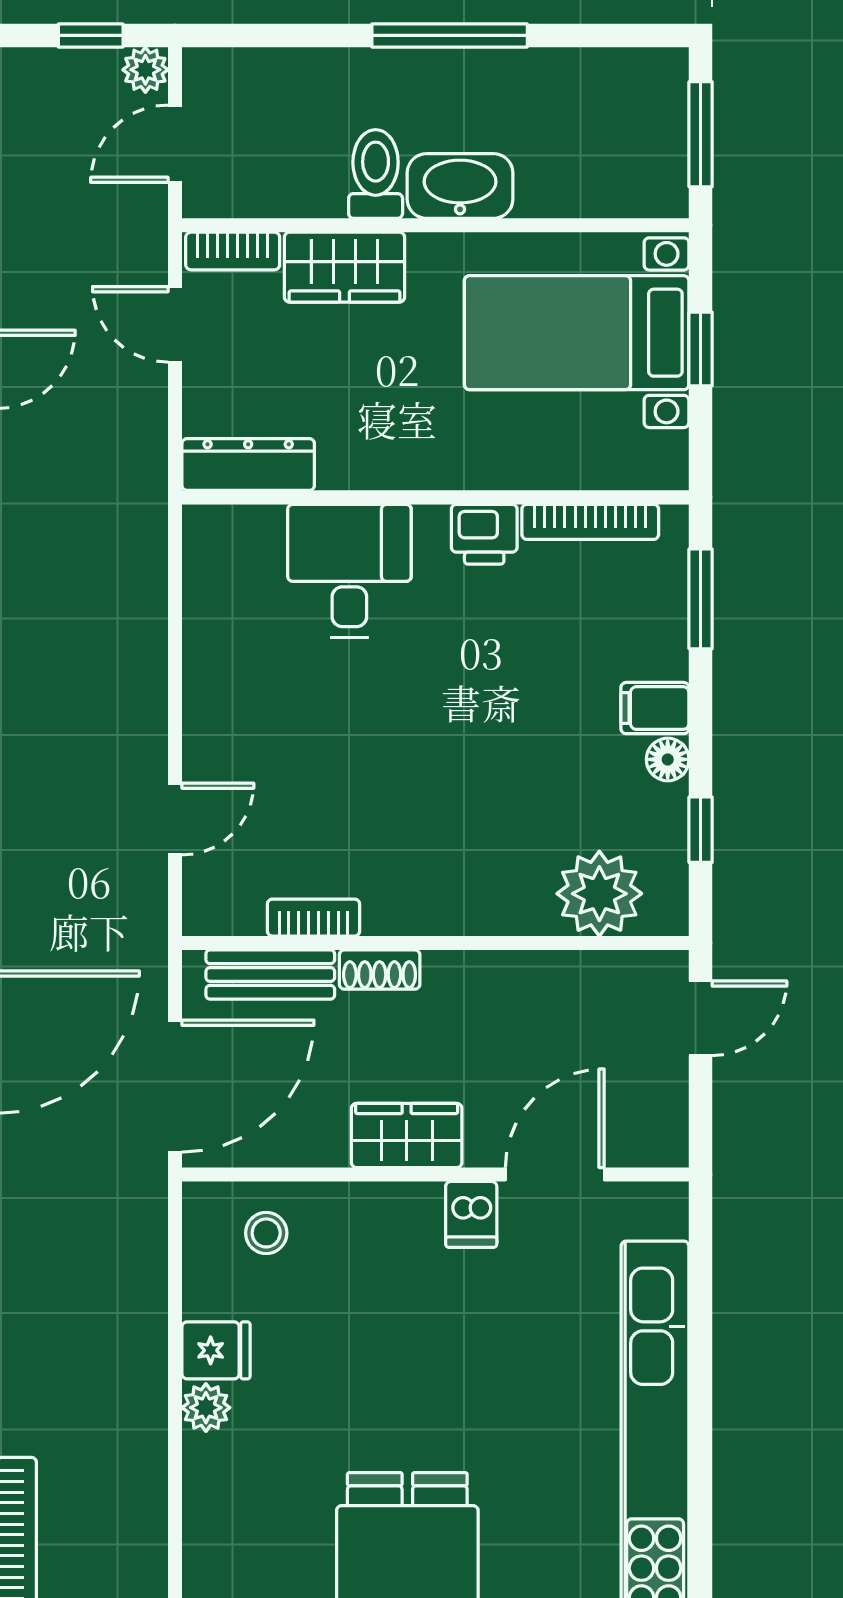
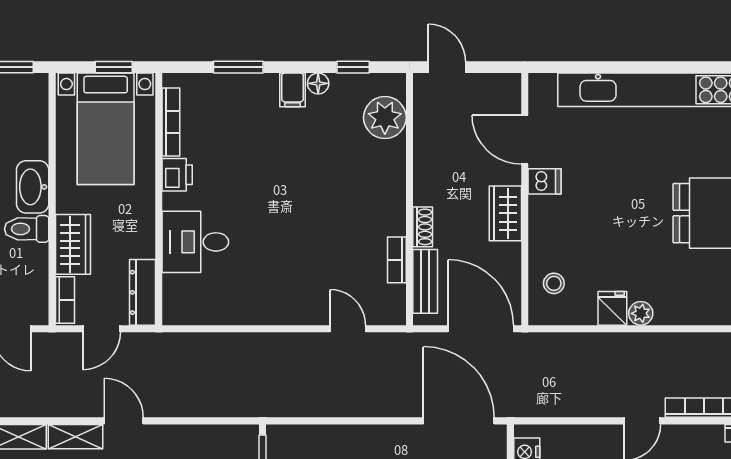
dresser: (248, 464) -> (142, 292), moved
wall: (435, 497) -> (159, 199), moved
bookcase: (590, 522) -> (171, 122), moved
printer: (484, 534) -> (177, 175), moved
desk: (349, 571) -> (195, 242), moved

